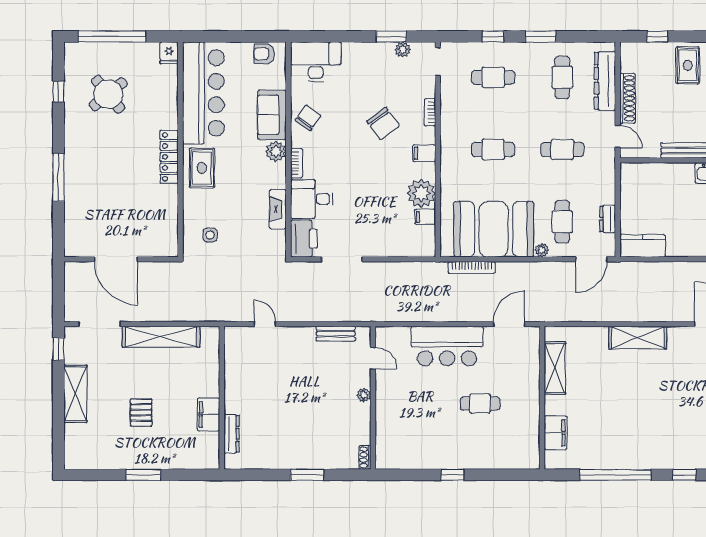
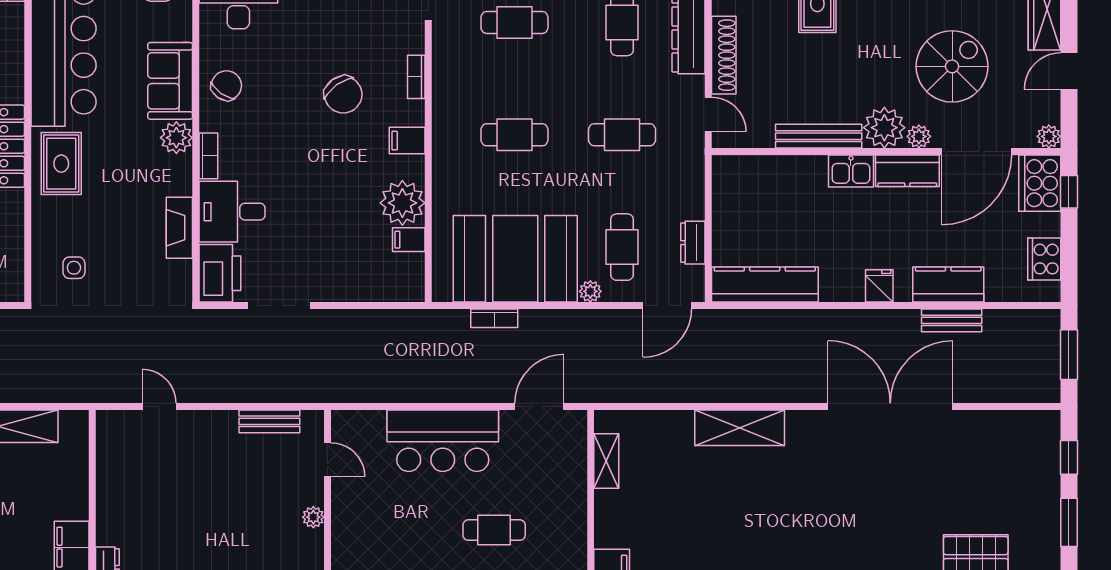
kitchen counter: (643, 246) -> (765, 284), width x1.50
bookcase: (472, 267) -> (494, 318), width x0.64
shelving: (555, 368) -> (606, 461), width x0.67, depth x0.75

